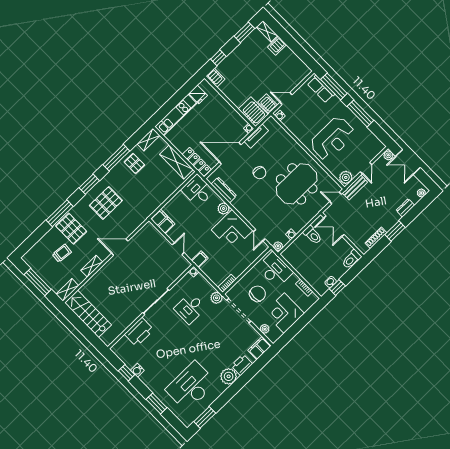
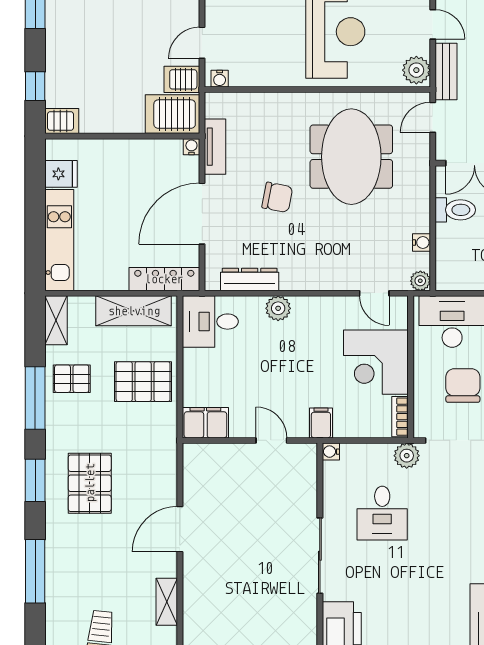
pallet: (71, 229) -> (143, 382), moved
corner desk: (232, 230) -> (376, 362), moved, turned 90

